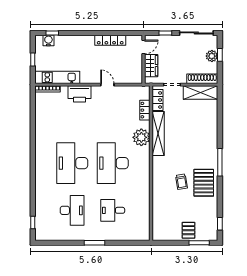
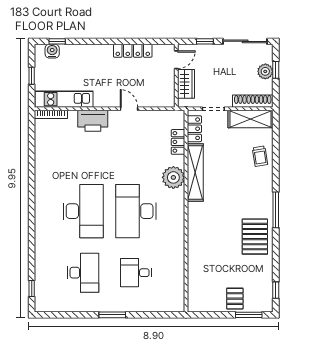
desk: (72, 163) -> (83, 211), turned 180
trolley: (182, 182) -> (260, 156), moved

